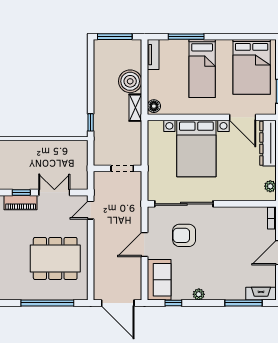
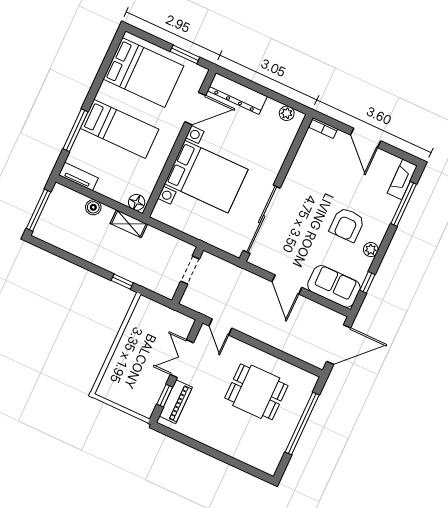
boiler: (130, 81) -> (93, 207), width x0.54, depth x0.54
armchair: (184, 235) -> (347, 225), moved
dining table: (55, 258) -> (256, 392), width x0.73

